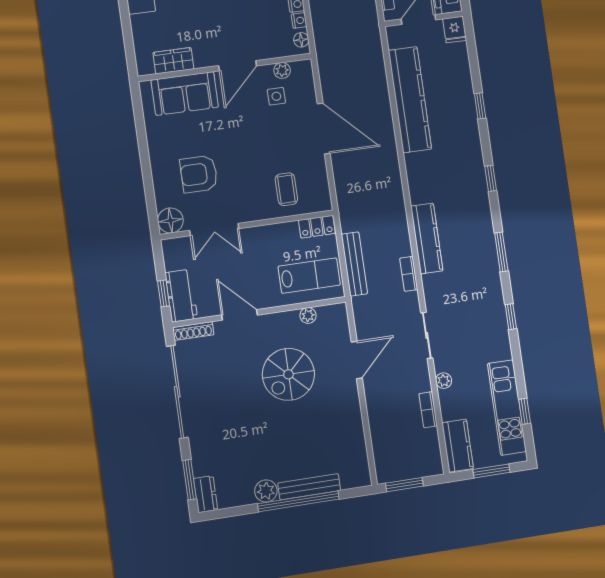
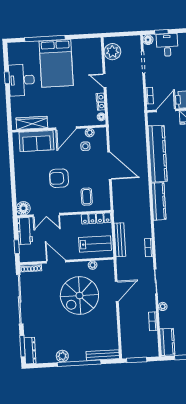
wardrobe: (173, 61) -> (32, 123), width x1.50
armchair: (199, 174) -> (59, 178), moved
locker: (317, 227) -> (96, 218), width x1.53
kitchen counter: (427, 238) -> (159, 201), moved
workbench: (181, 296) -> (25, 231), moved
spiral stairs: (288, 374) -> (79, 296), width x1.37, depth x1.37
bench: (309, 487) -> (103, 355), moved
dresser: (206, 494) -> (30, 351), width x1.44

